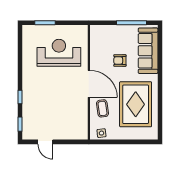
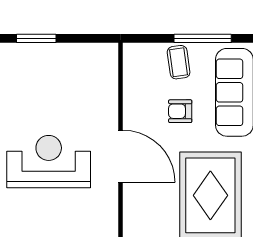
reception desk: (59, 53) -> (49, 162), moved
coffee table: (102, 108) -> (179, 62), moved

